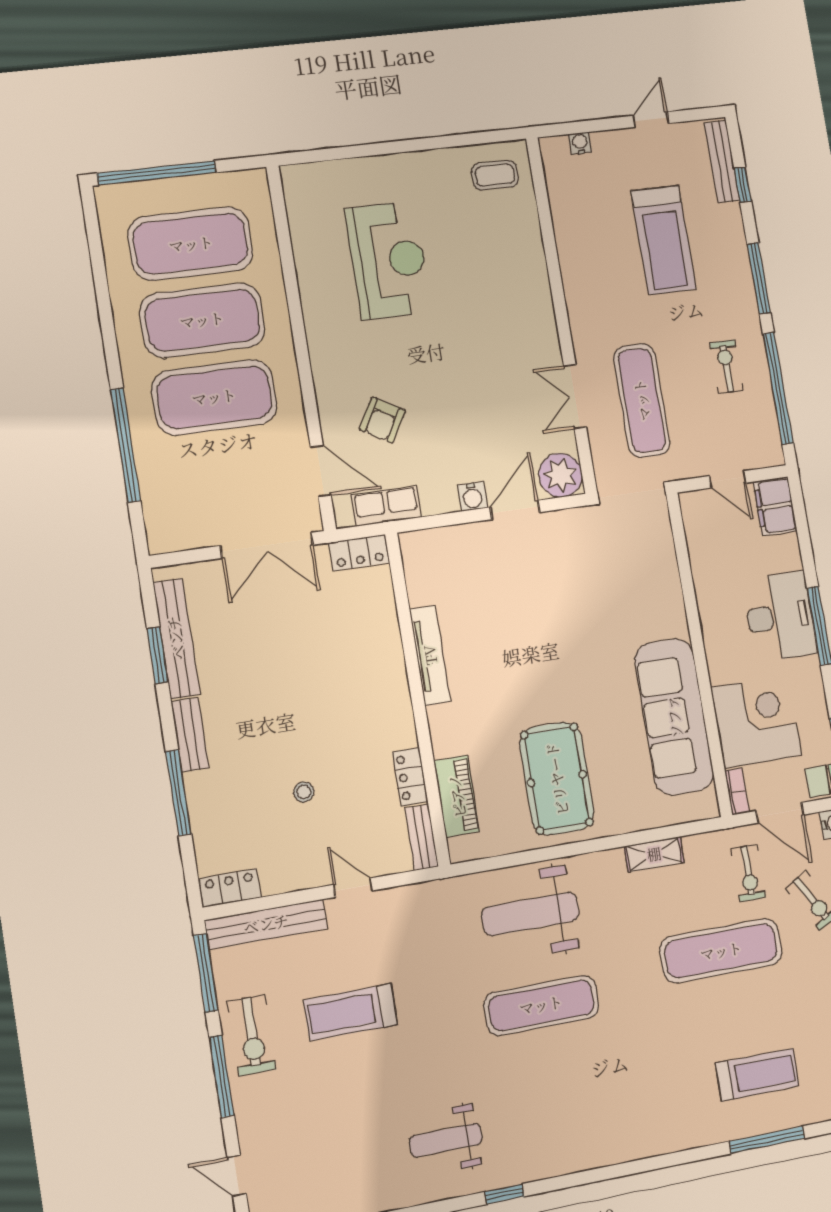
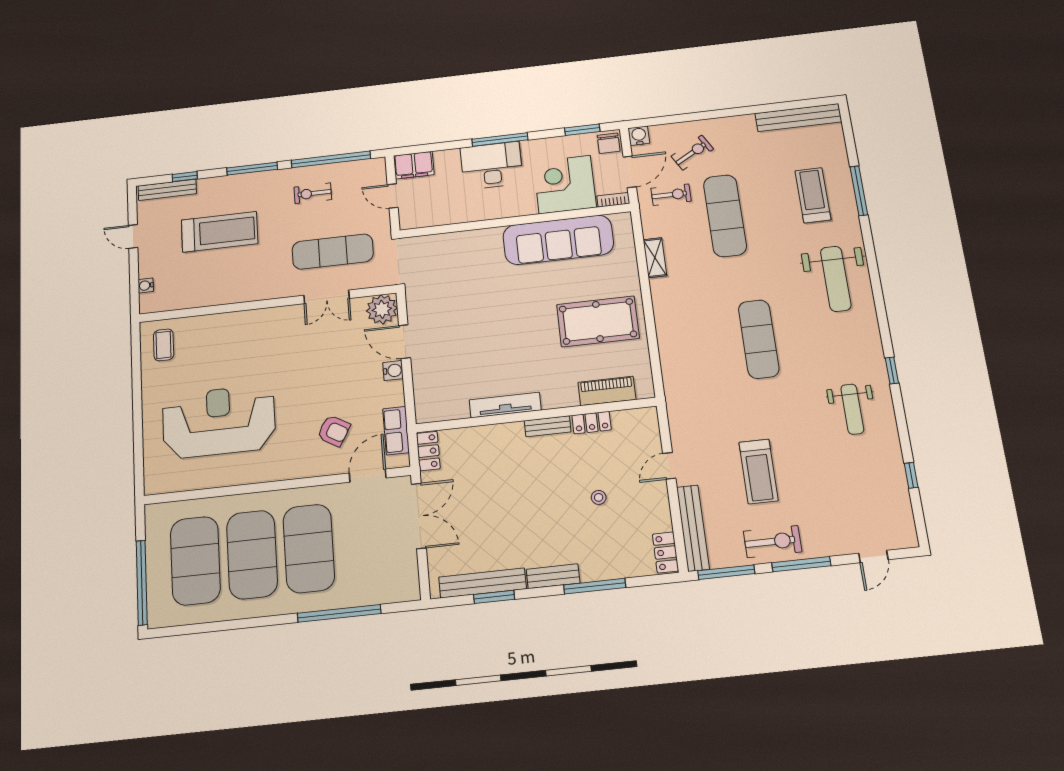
reception desk: (388, 260) -> (219, 422), width x1.36, depth x1.30
door: (728, 479) -> (393, 196), swing flipped
bench: (422, 837) -> (548, 426), moved
weight bench: (530, 914) -> (836, 279), moved

